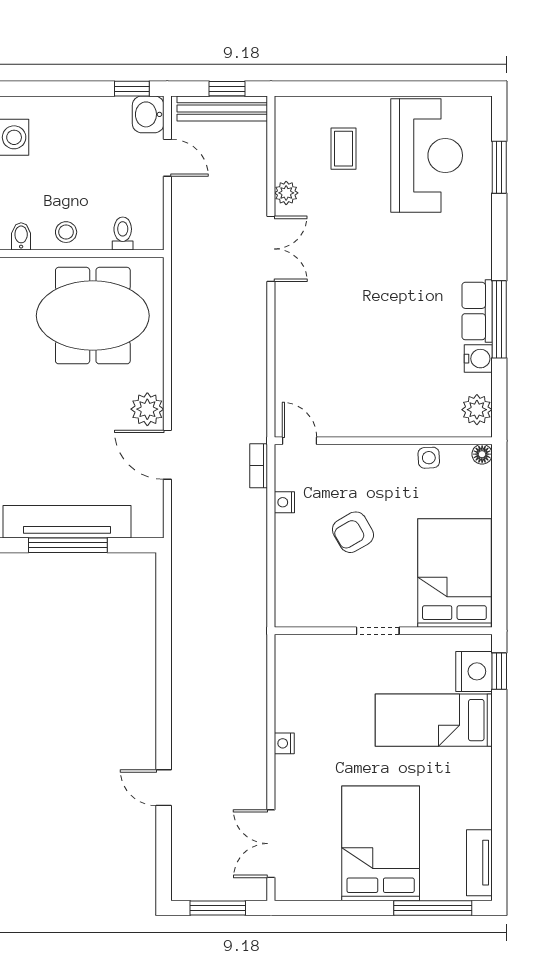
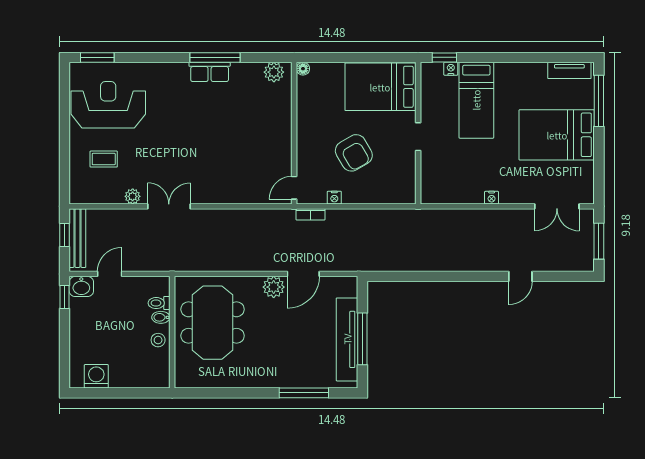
window: (499, 167) -> (97, 57), moved
bidet: (21, 236) -> (161, 317), moved
water cooler: (478, 359) -> (241, 71), removed
side table: (429, 458) -> (305, 103), removed
armchair: (353, 532) -> (354, 153), width x1.38, depth x1.38
nightstand: (474, 671) -> (451, 69), width x0.53, depth x0.56

